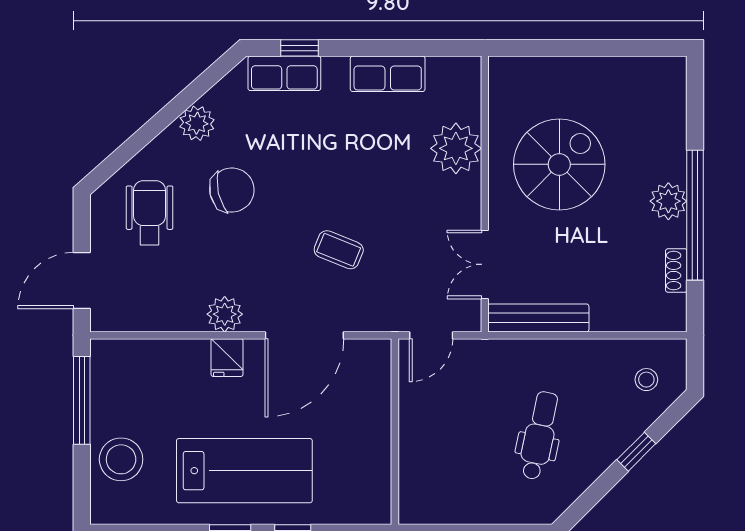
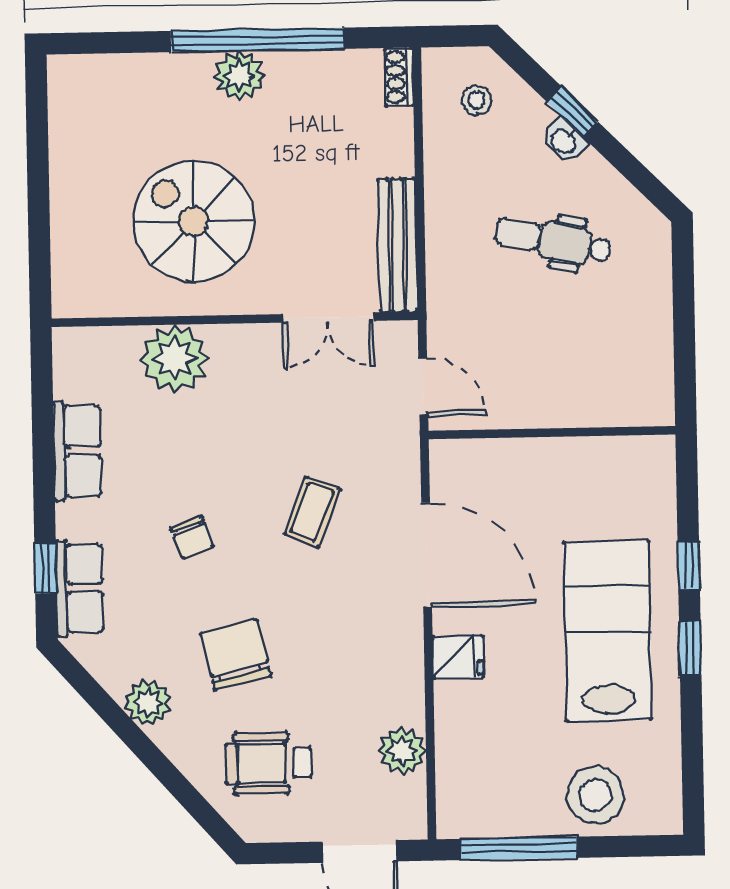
chair: (321, 159) -> (192, 537), added
shoe rack: (676, 270) -> (399, 77), moved, turned 90
plant: (225, 314) -> (402, 751), moved
washbasin: (615, 445) -> (564, 141), added

